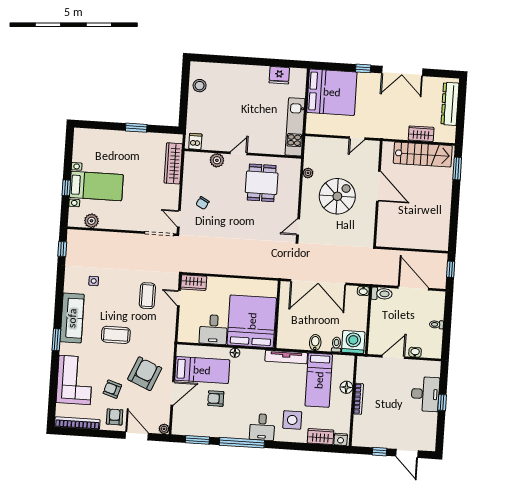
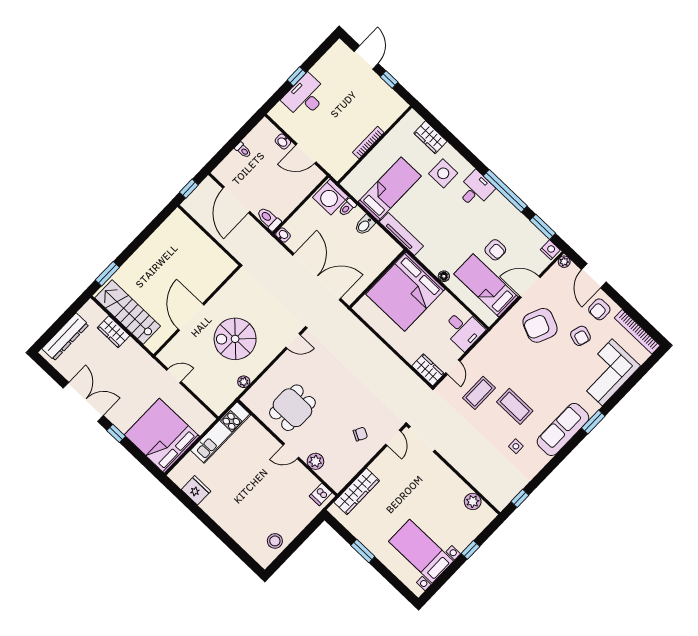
bed with nightstands: (96, 186) -> (421, 551), moved
desk: (213, 329) -> (463, 330), moved, turned 90
coffee table: (116, 335) -> (515, 406), moved
floor lamp: (346, 387) -> (370, 162), removed
nightstand: (341, 439) -> (550, 250), moved

